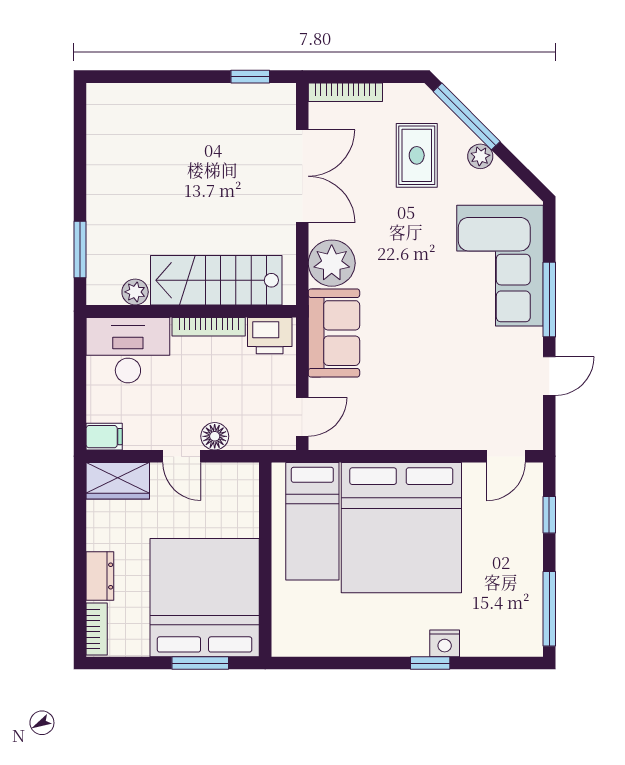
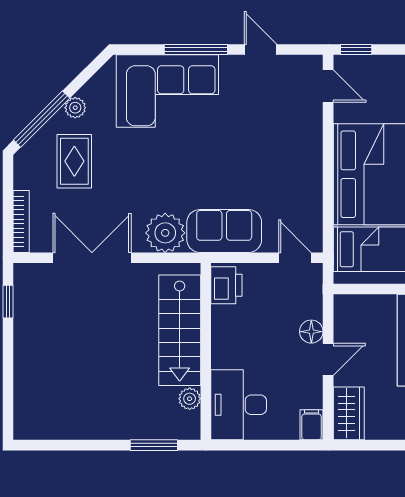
rug: (417, 155) -> (74, 161), turned 90
bookcase: (209, 327) -> (219, 337), removed
window: (549, 515) -> (356, 49), moved

